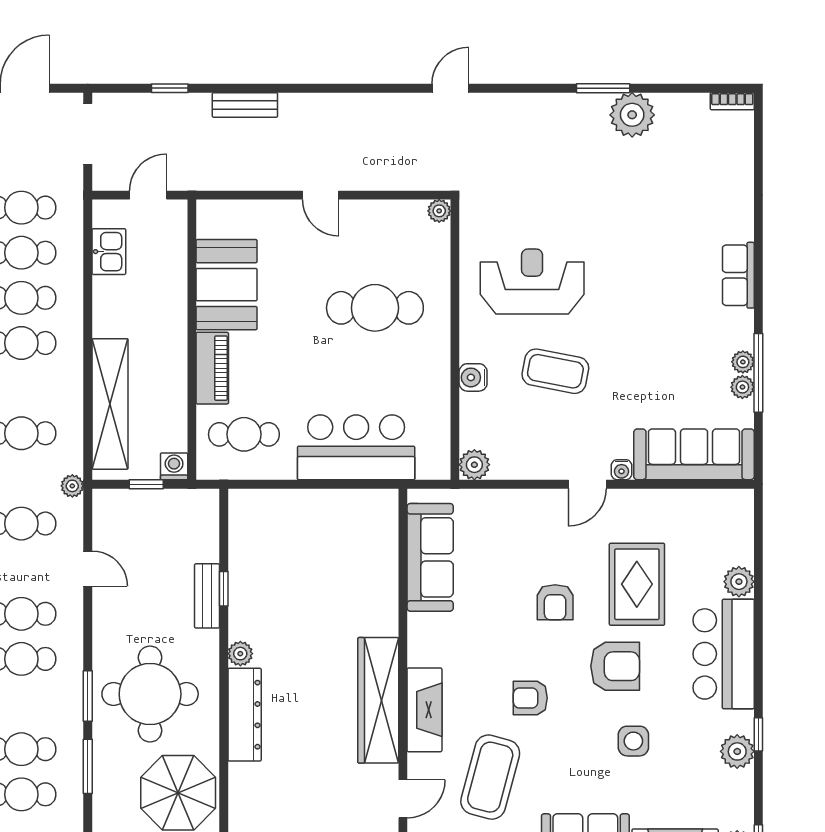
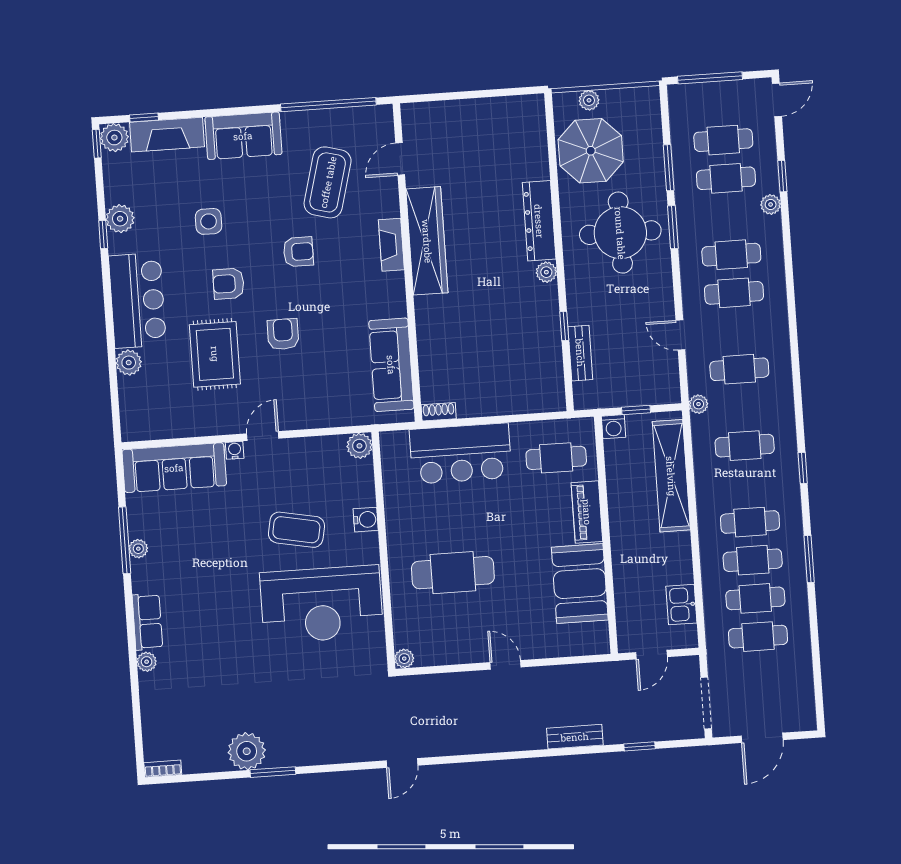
reception desk: (532, 281) -> (321, 604), width x1.36, depth x1.30
plant: (742, 387) -> (147, 662), moved
shoe rack: (378, 498) -> (439, 412), added
bench: (207, 596) -> (580, 353), moved
armchair: (615, 666) -> (228, 284), width x0.72, depth x0.72
fireplace: (424, 710) -> (391, 245), width x0.73, depth x0.76

